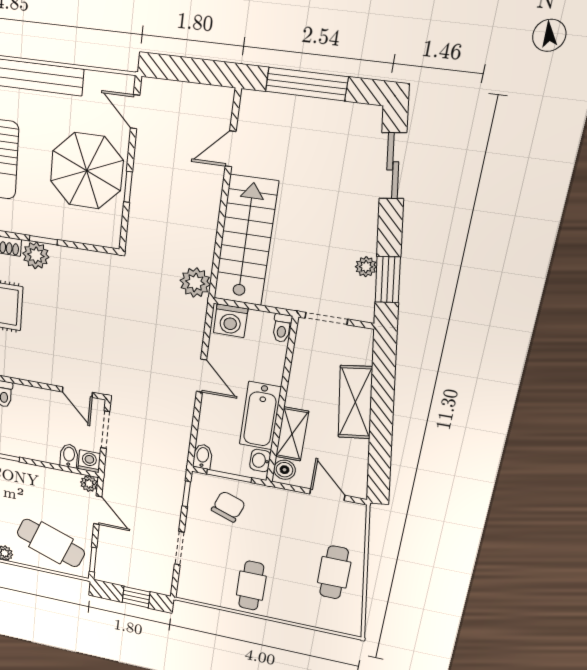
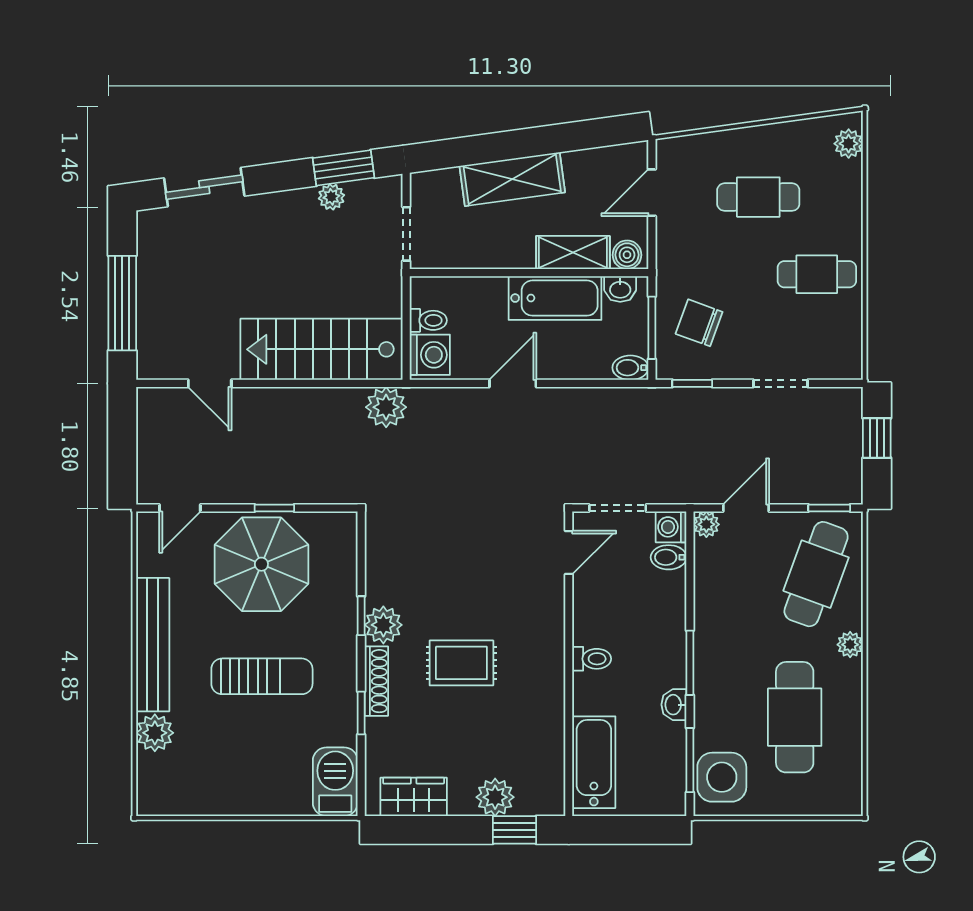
toilet: (282, 328) -> (428, 320), moved
cafe table: (334, 572) -> (758, 197), moved
plant: (340, 624) -> (849, 144), added

